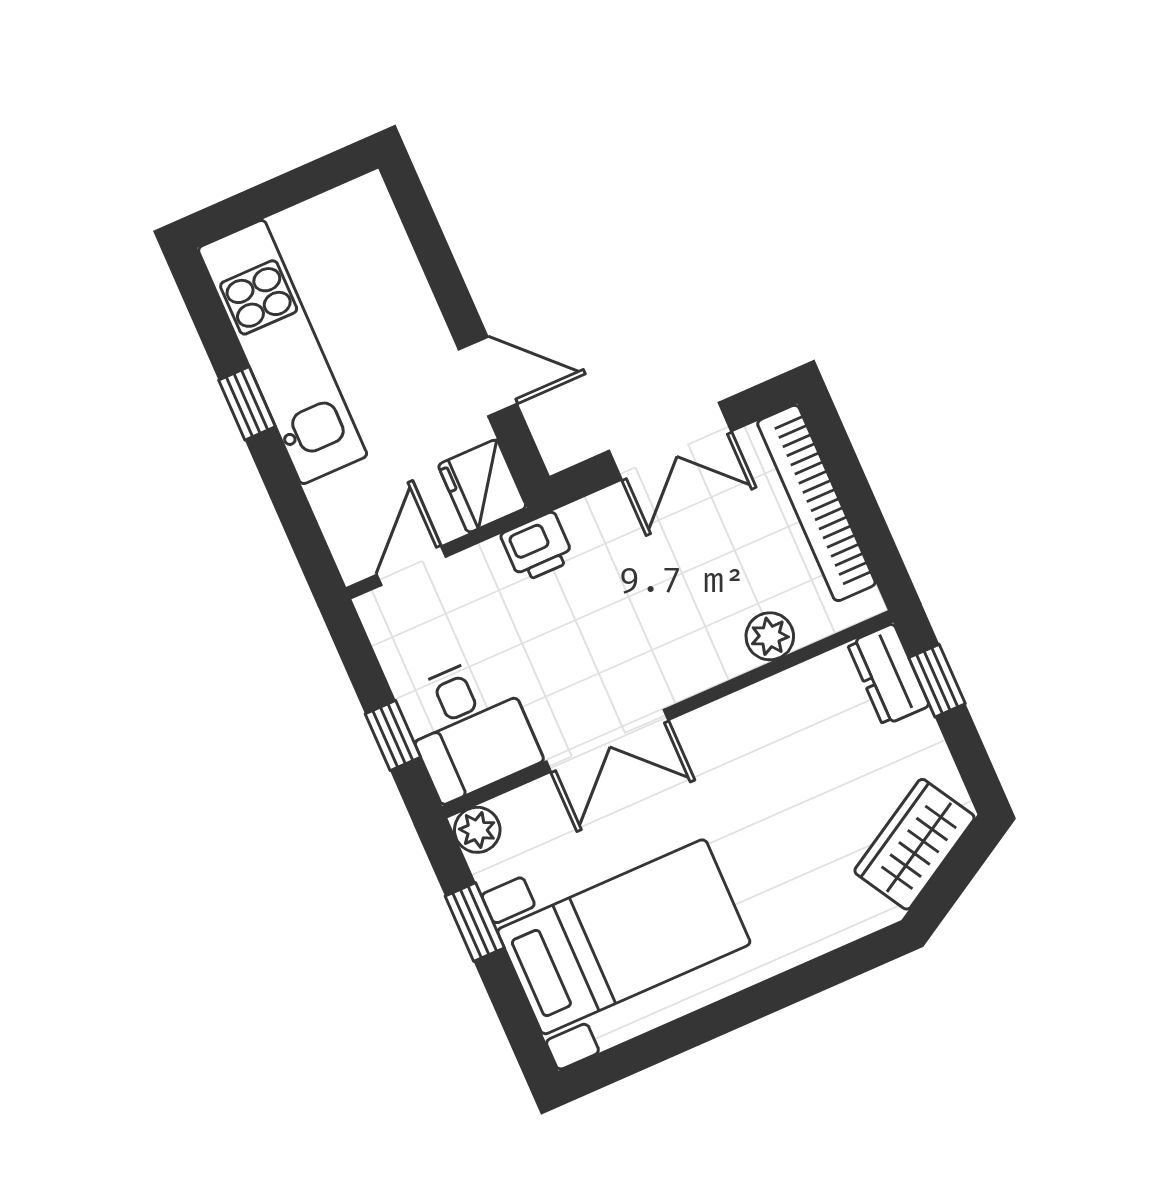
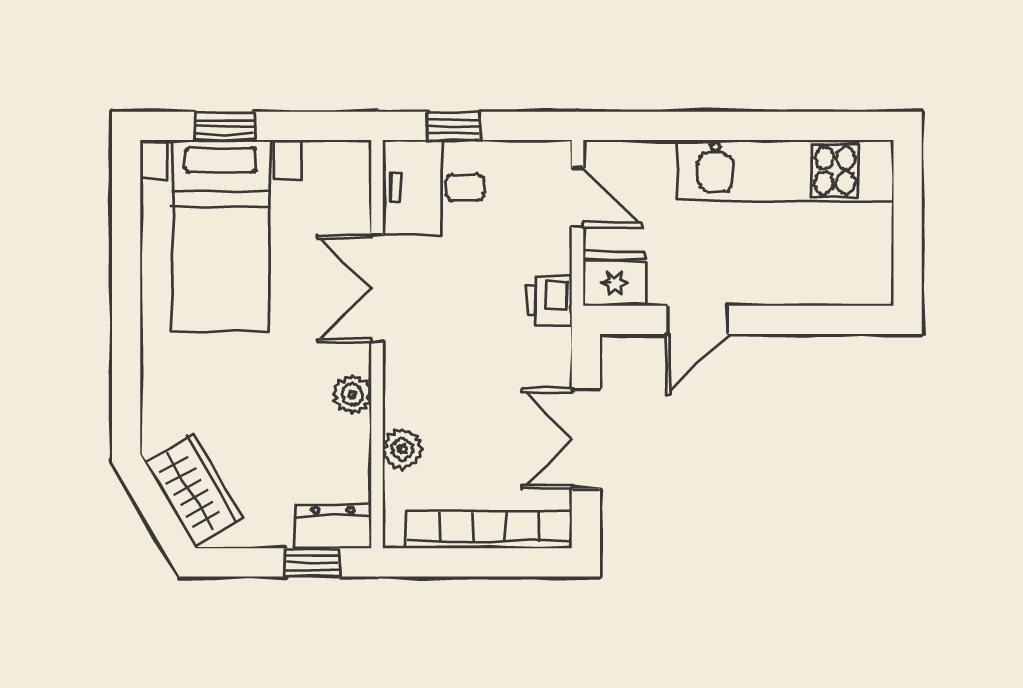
window: (247, 403) -> (758, 126), removed
plant: (477, 830) -> (352, 394), moved
window: (475, 922) -> (224, 126), moved

